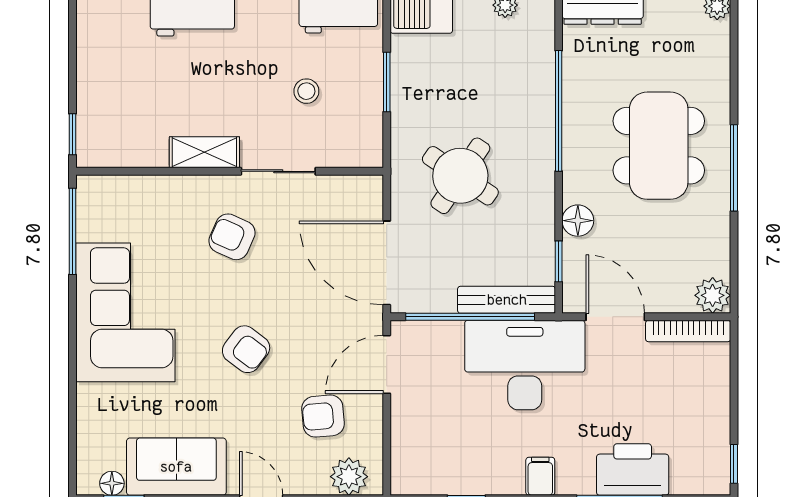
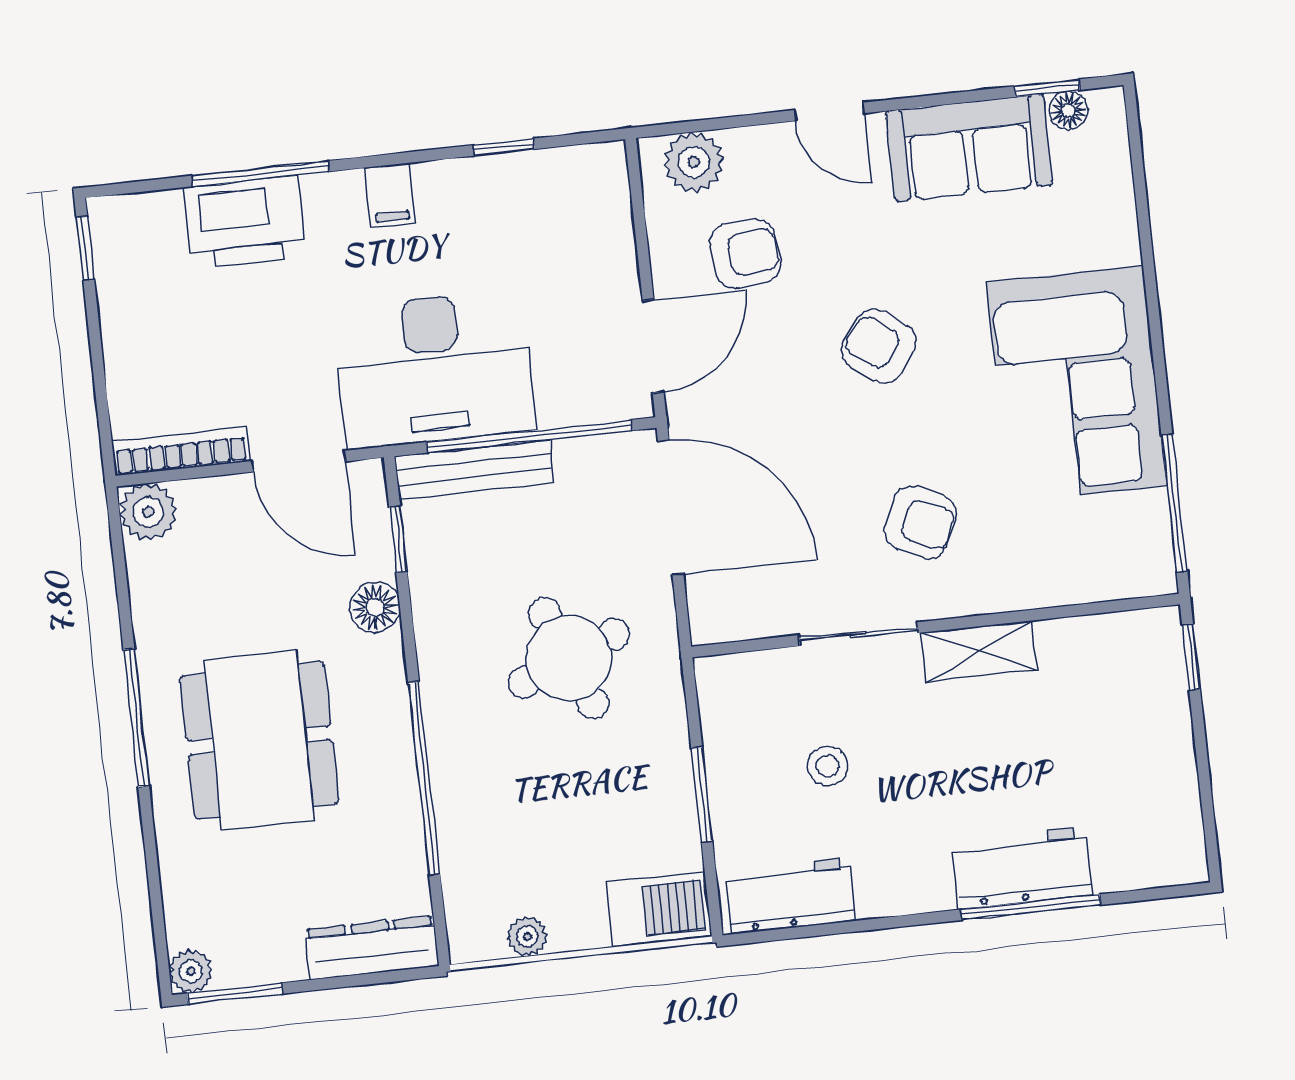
round table: (460, 176) -> (569, 658), turned 34

